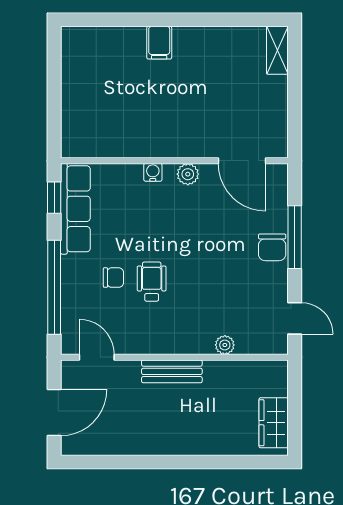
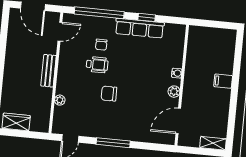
wall: (174, 161) -> (182, 85), moved
door: (242, 161) -> (178, 121), moved
water cooler: (153, 172) -> (177, 73), moved
plant: (188, 174) -> (174, 92), moved
chair: (272, 247) -> (109, 94), moved

